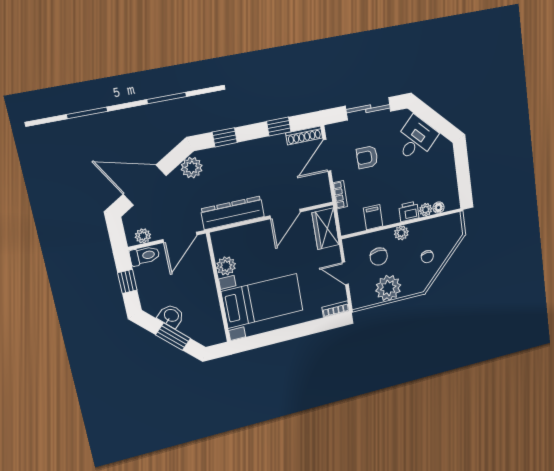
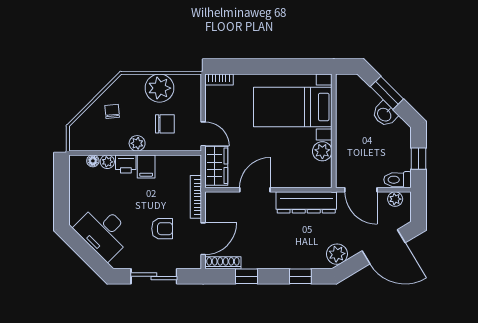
desk: (416, 139) -> (104, 232), width x1.37
bookcase: (340, 195) -> (196, 197), width x1.56
filing cabinet: (373, 217) -> (146, 166), moved
door: (180, 237) -> (361, 190), swing flipped
chair: (379, 257) -> (165, 124), turned 94
door: (345, 273) -> (203, 134), moved

